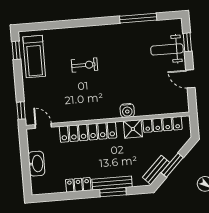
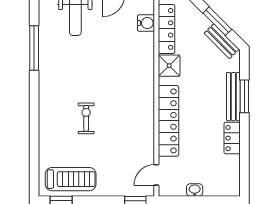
water cooler: (127, 110) -> (146, 23), moved
washbasin: (36, 164) -> (195, 190), width x0.52, depth x0.69

